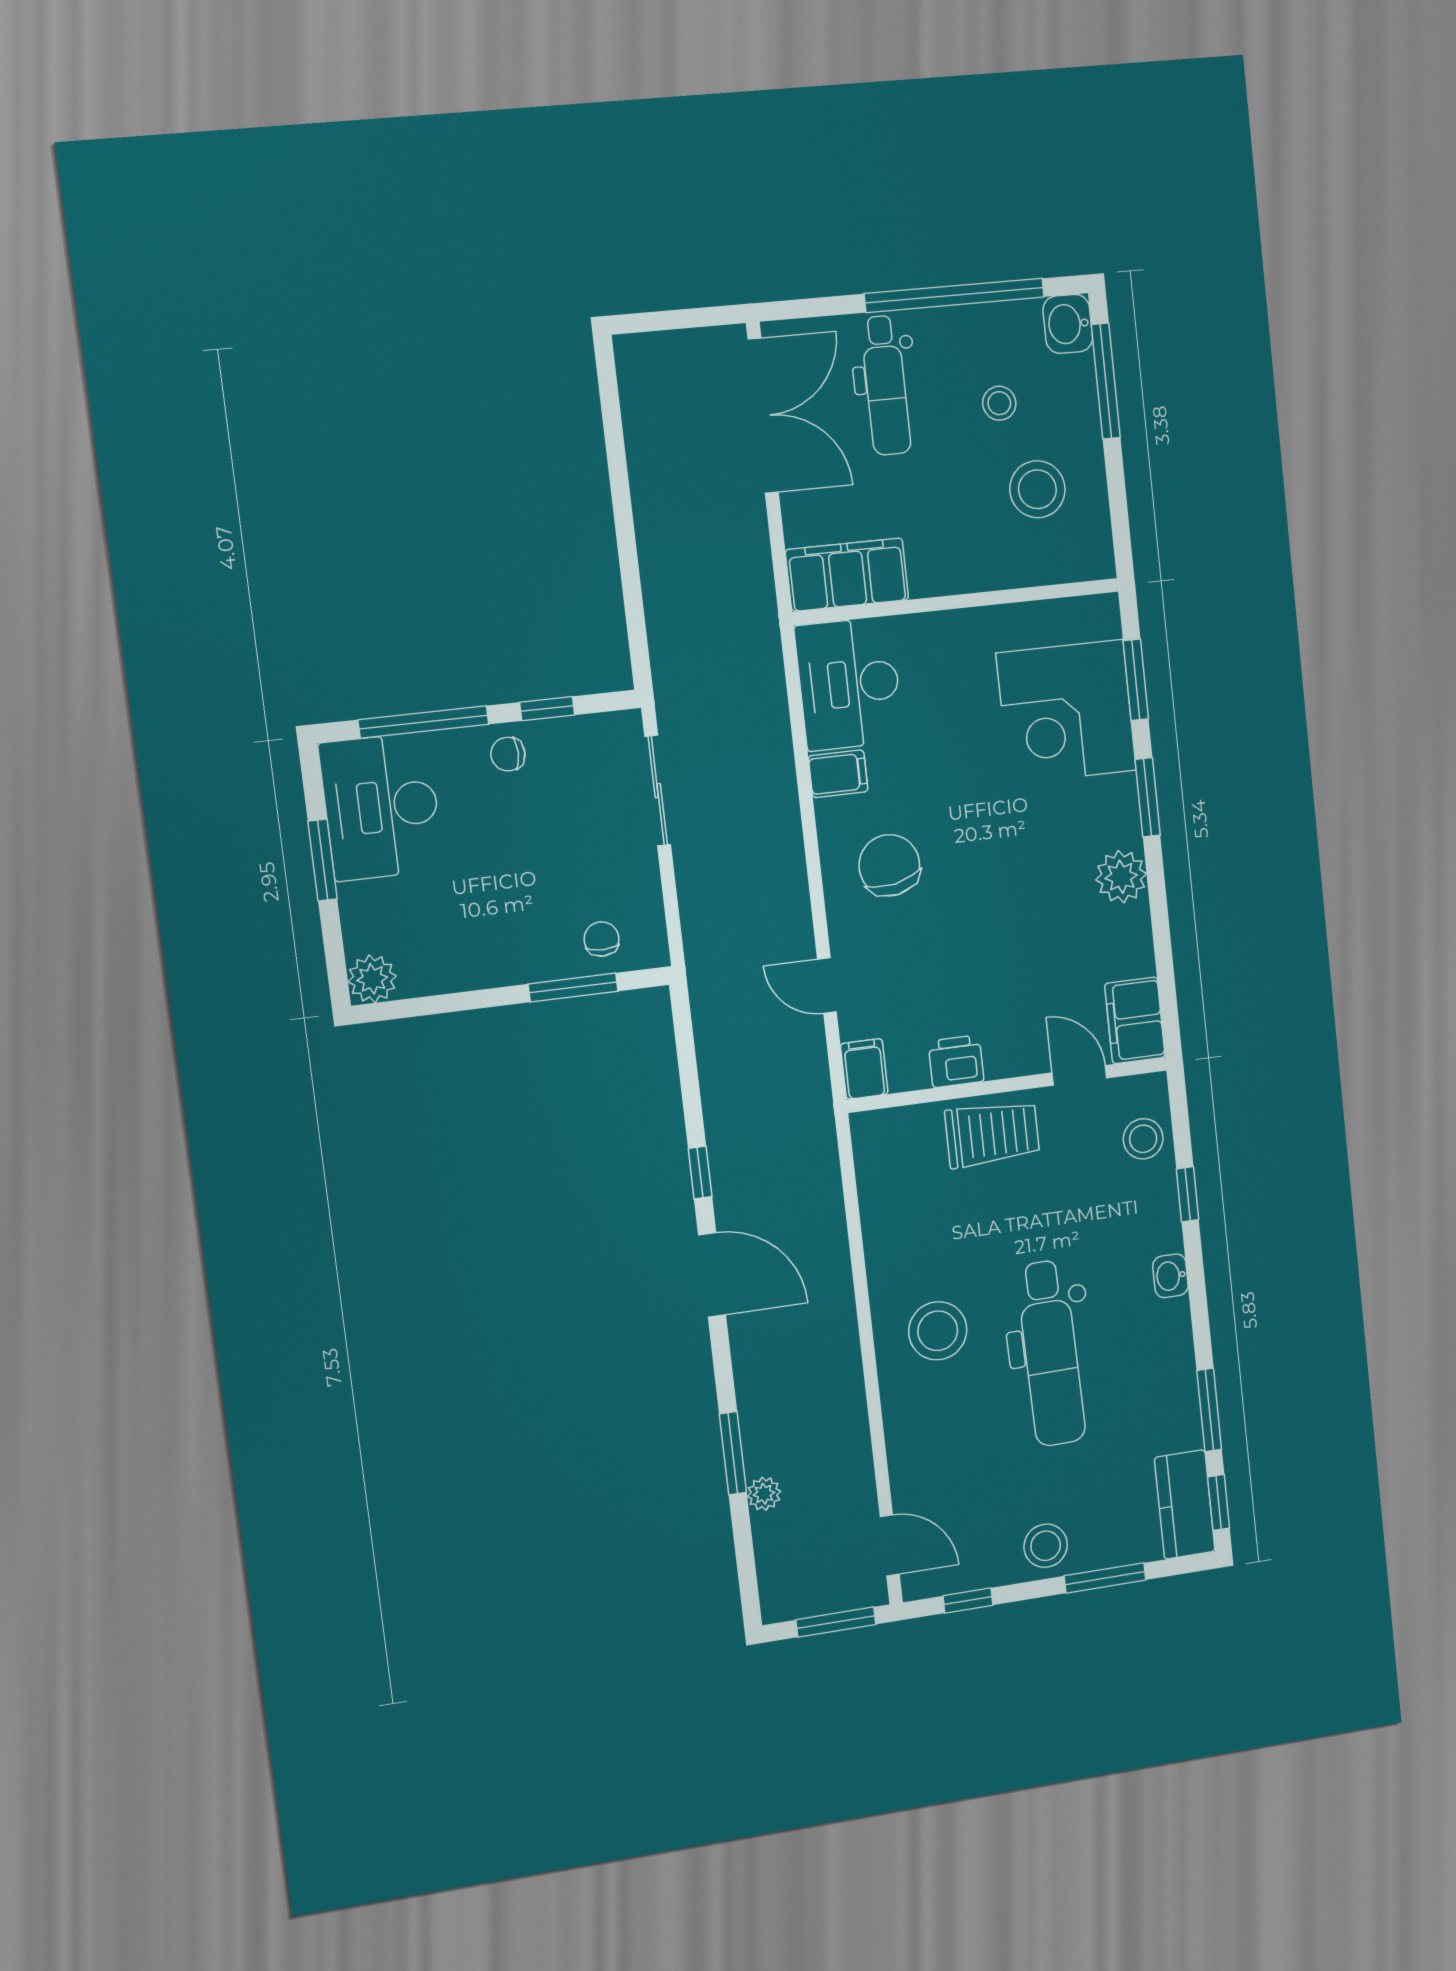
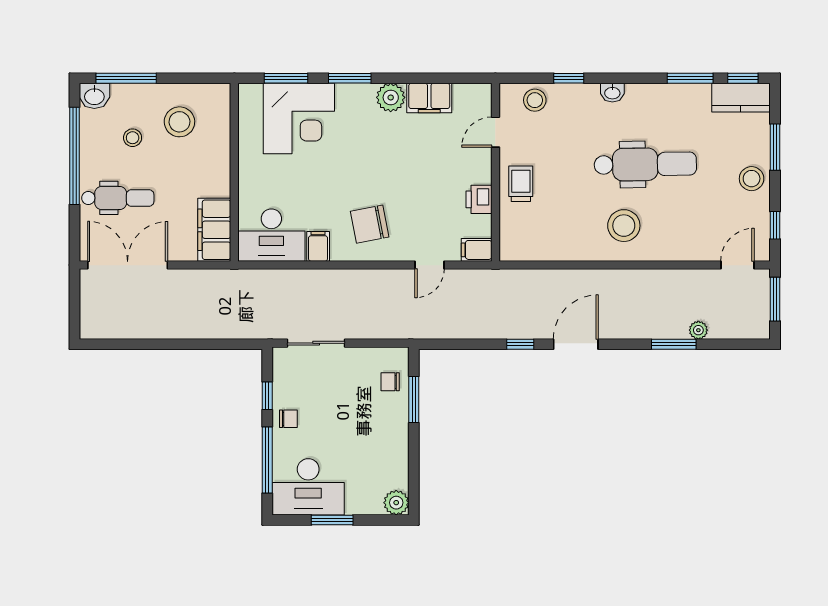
chair: (508, 754) -> (288, 419), turned -90
filing cabinet: (1135, 1020) -> (429, 98), moved
trolley: (992, 1134) -> (521, 184), width x0.73, depth x0.72

